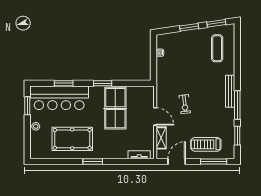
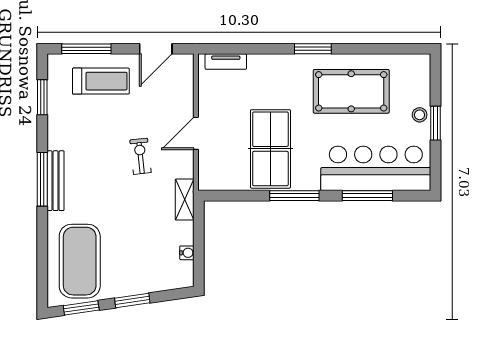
exercise mat: (217, 48) -> (80, 261), width x2.00, depth x1.45
window: (64, 83) -> (367, 196), width x1.44
window: (103, 83) -> (294, 196), width x1.44
window: (237, 105) -> (42, 179), moved
window: (27, 106) -> (436, 123), moved
door: (155, 116) -> (196, 133), hinge flipped
shelving: (161, 138) -> (185, 200), moved

